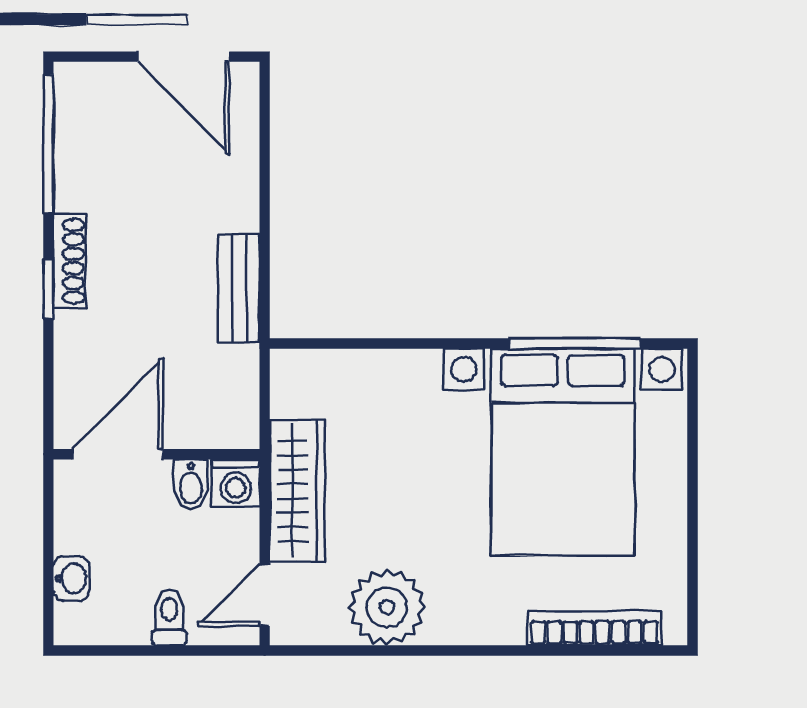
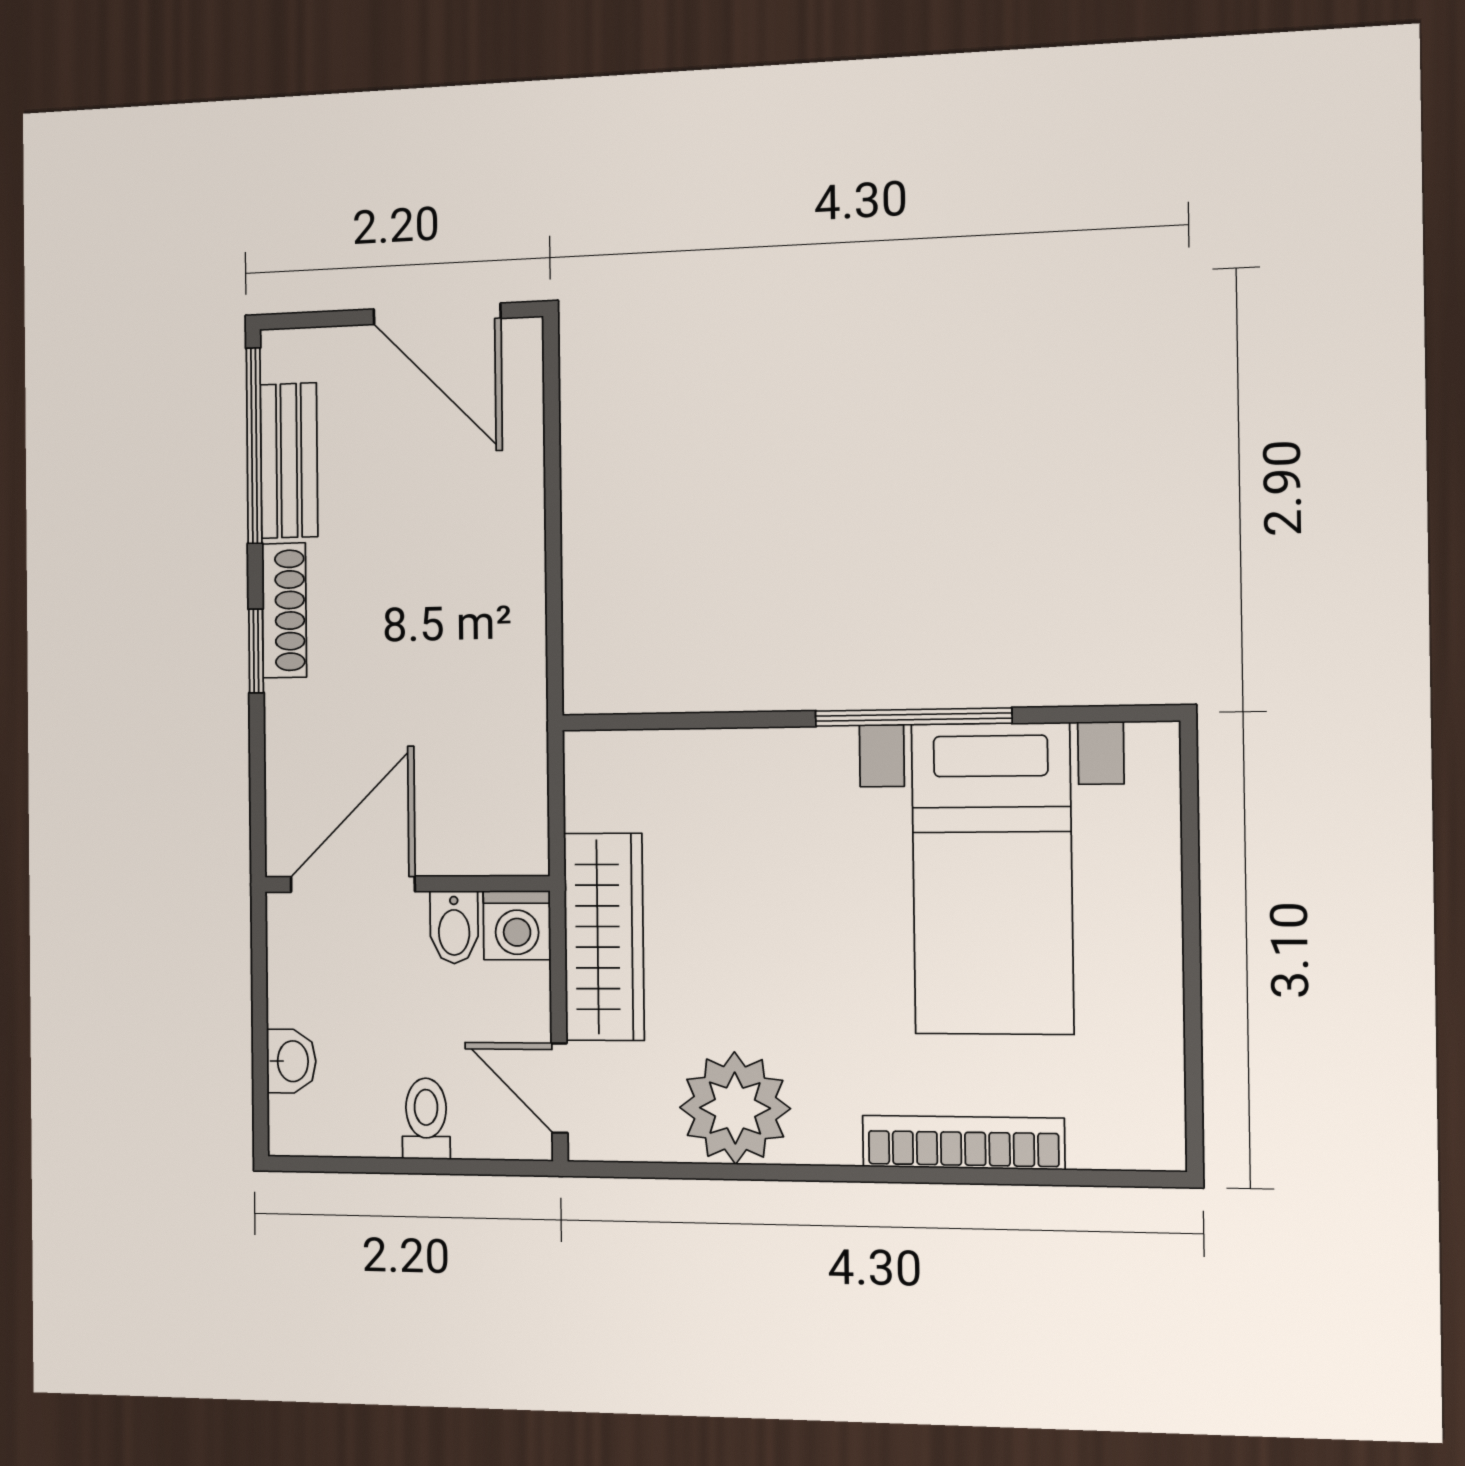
bench: (239, 288) -> (289, 461), moved
window: (575, 344) -> (913, 717), moved
bed with nightstands: (563, 452) -> (992, 879), width x0.73
door: (265, 595) -> (559, 1088), hinge flipped
bookcase: (595, 628) -> (963, 1142), moved

